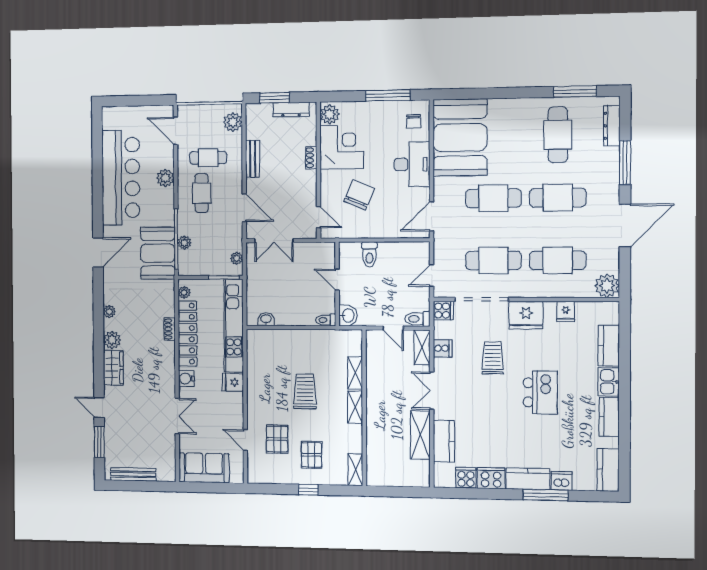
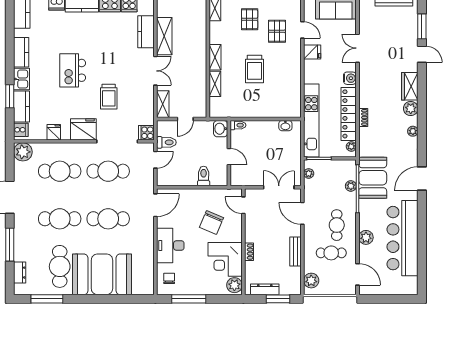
dresser: (612, 126) -> (20, 273), width x0.70
booth: (460, 137) -> (102, 274), moved, turned 90
toilet: (417, 319) -> (166, 142), moved
door: (393, 328) -> (185, 119), swing flipped
cooker: (443, 348) -> (21, 130), moved, turned 180
window: (625, 359) -> (10, 96), added
fridge: (233, 382) -> (312, 52), moved

